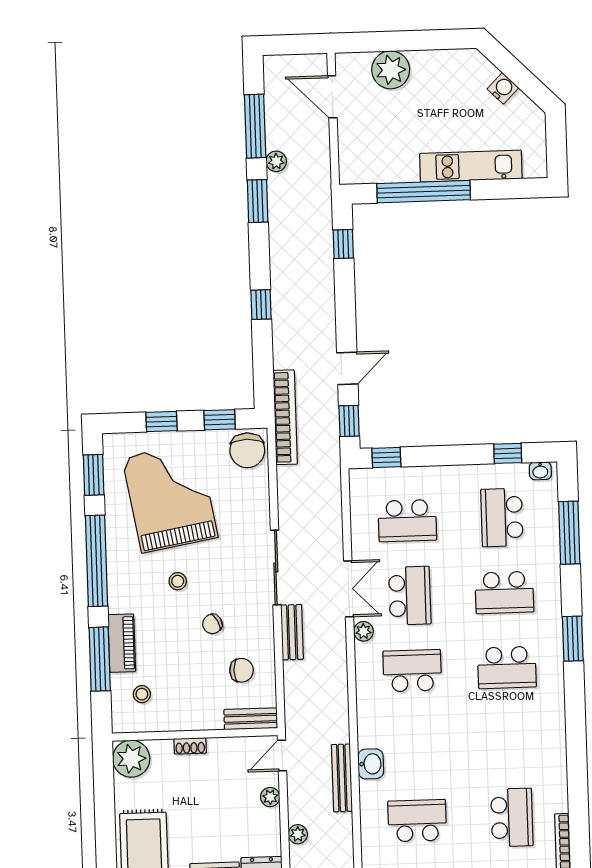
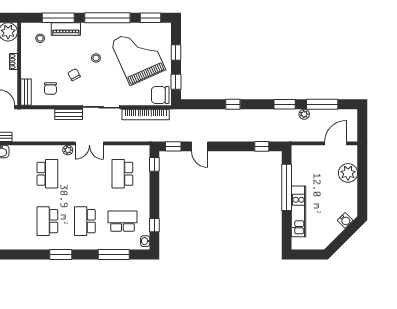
water cooler: (503, 88) -> (345, 220), moved
bookcase: (285, 417) -> (146, 114), moved
grand piano: (170, 497) -> (138, 56), turned -104
school desk: (410, 596) -> (85, 174), removed

